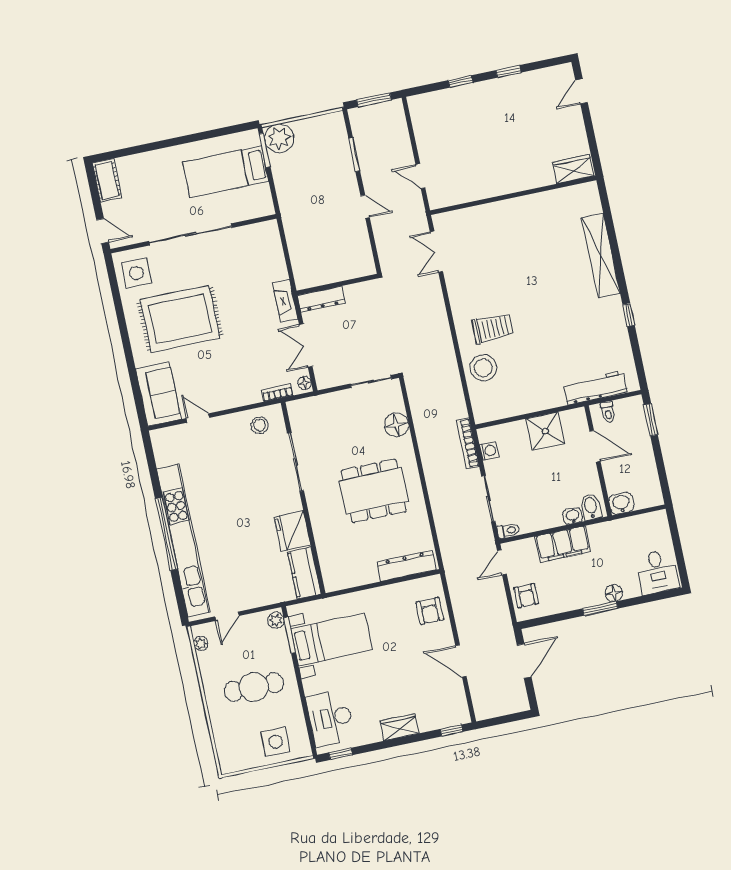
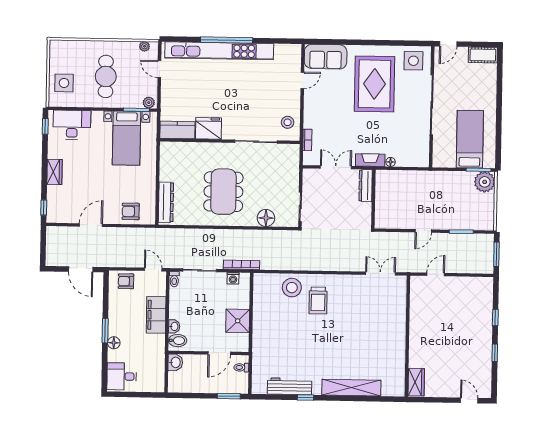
floor lamp: (305, 383) -> (391, 162), moved
workbench: (595, 388) -> (289, 386), moved, turned -90

